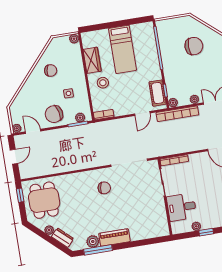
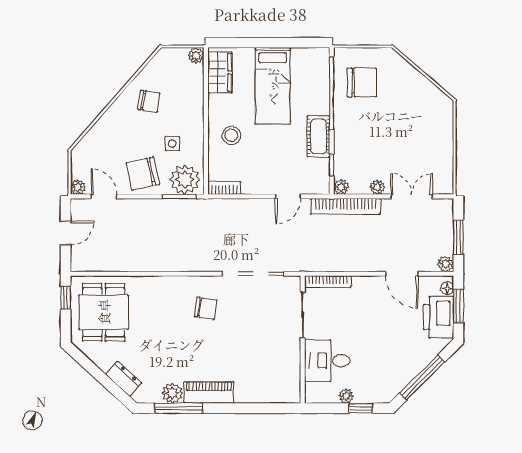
chair: (194, 46) -> (362, 82), moved
wardrobe: (92, 60) -> (220, 72), moved
cot: (158, 93) -> (318, 136), moved
plant: (80, 118) -> (185, 180), width x1.88, depth x1.88
plant: (49, 230) -> (104, 363), removed

